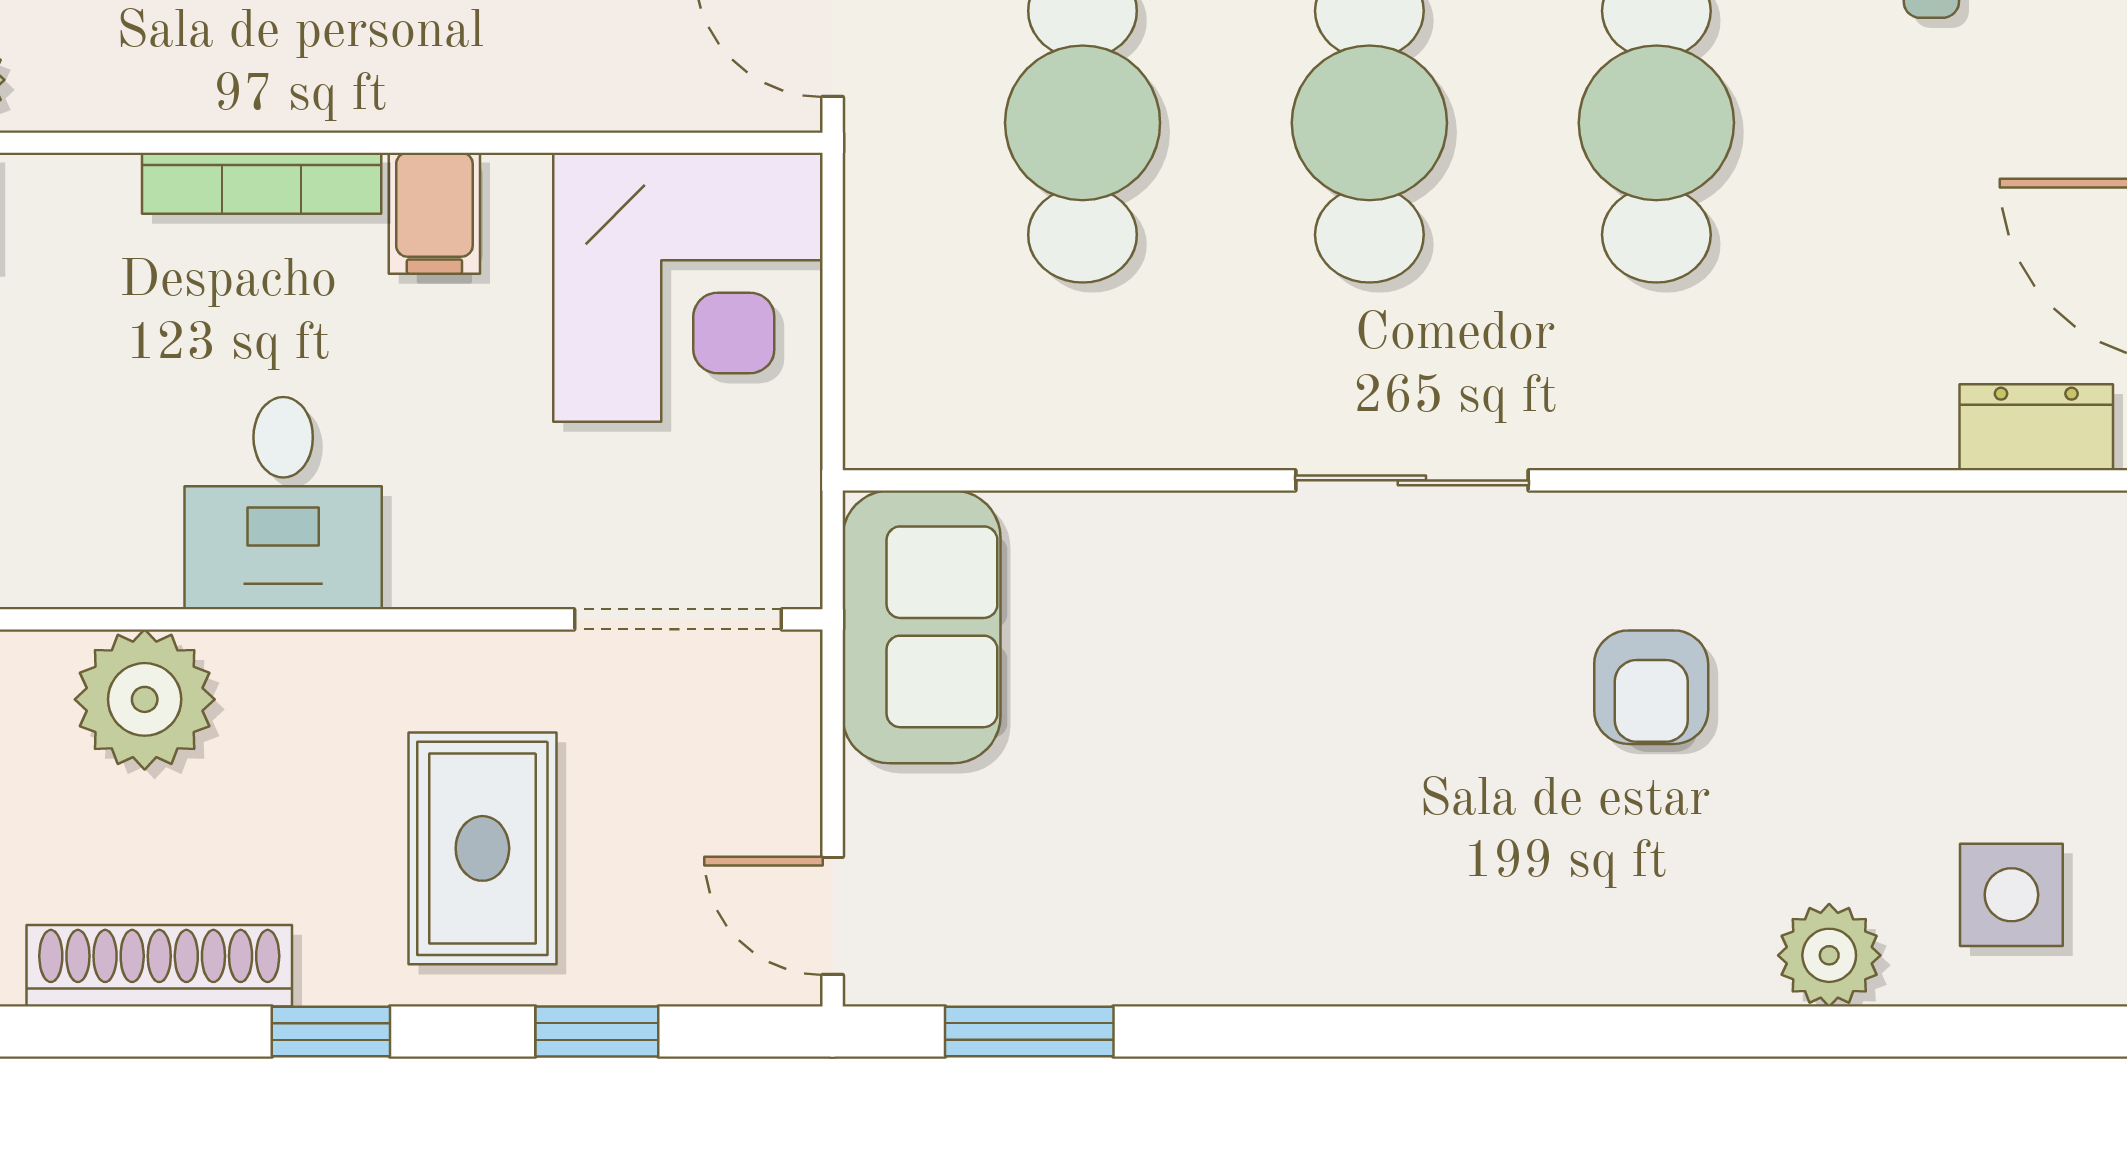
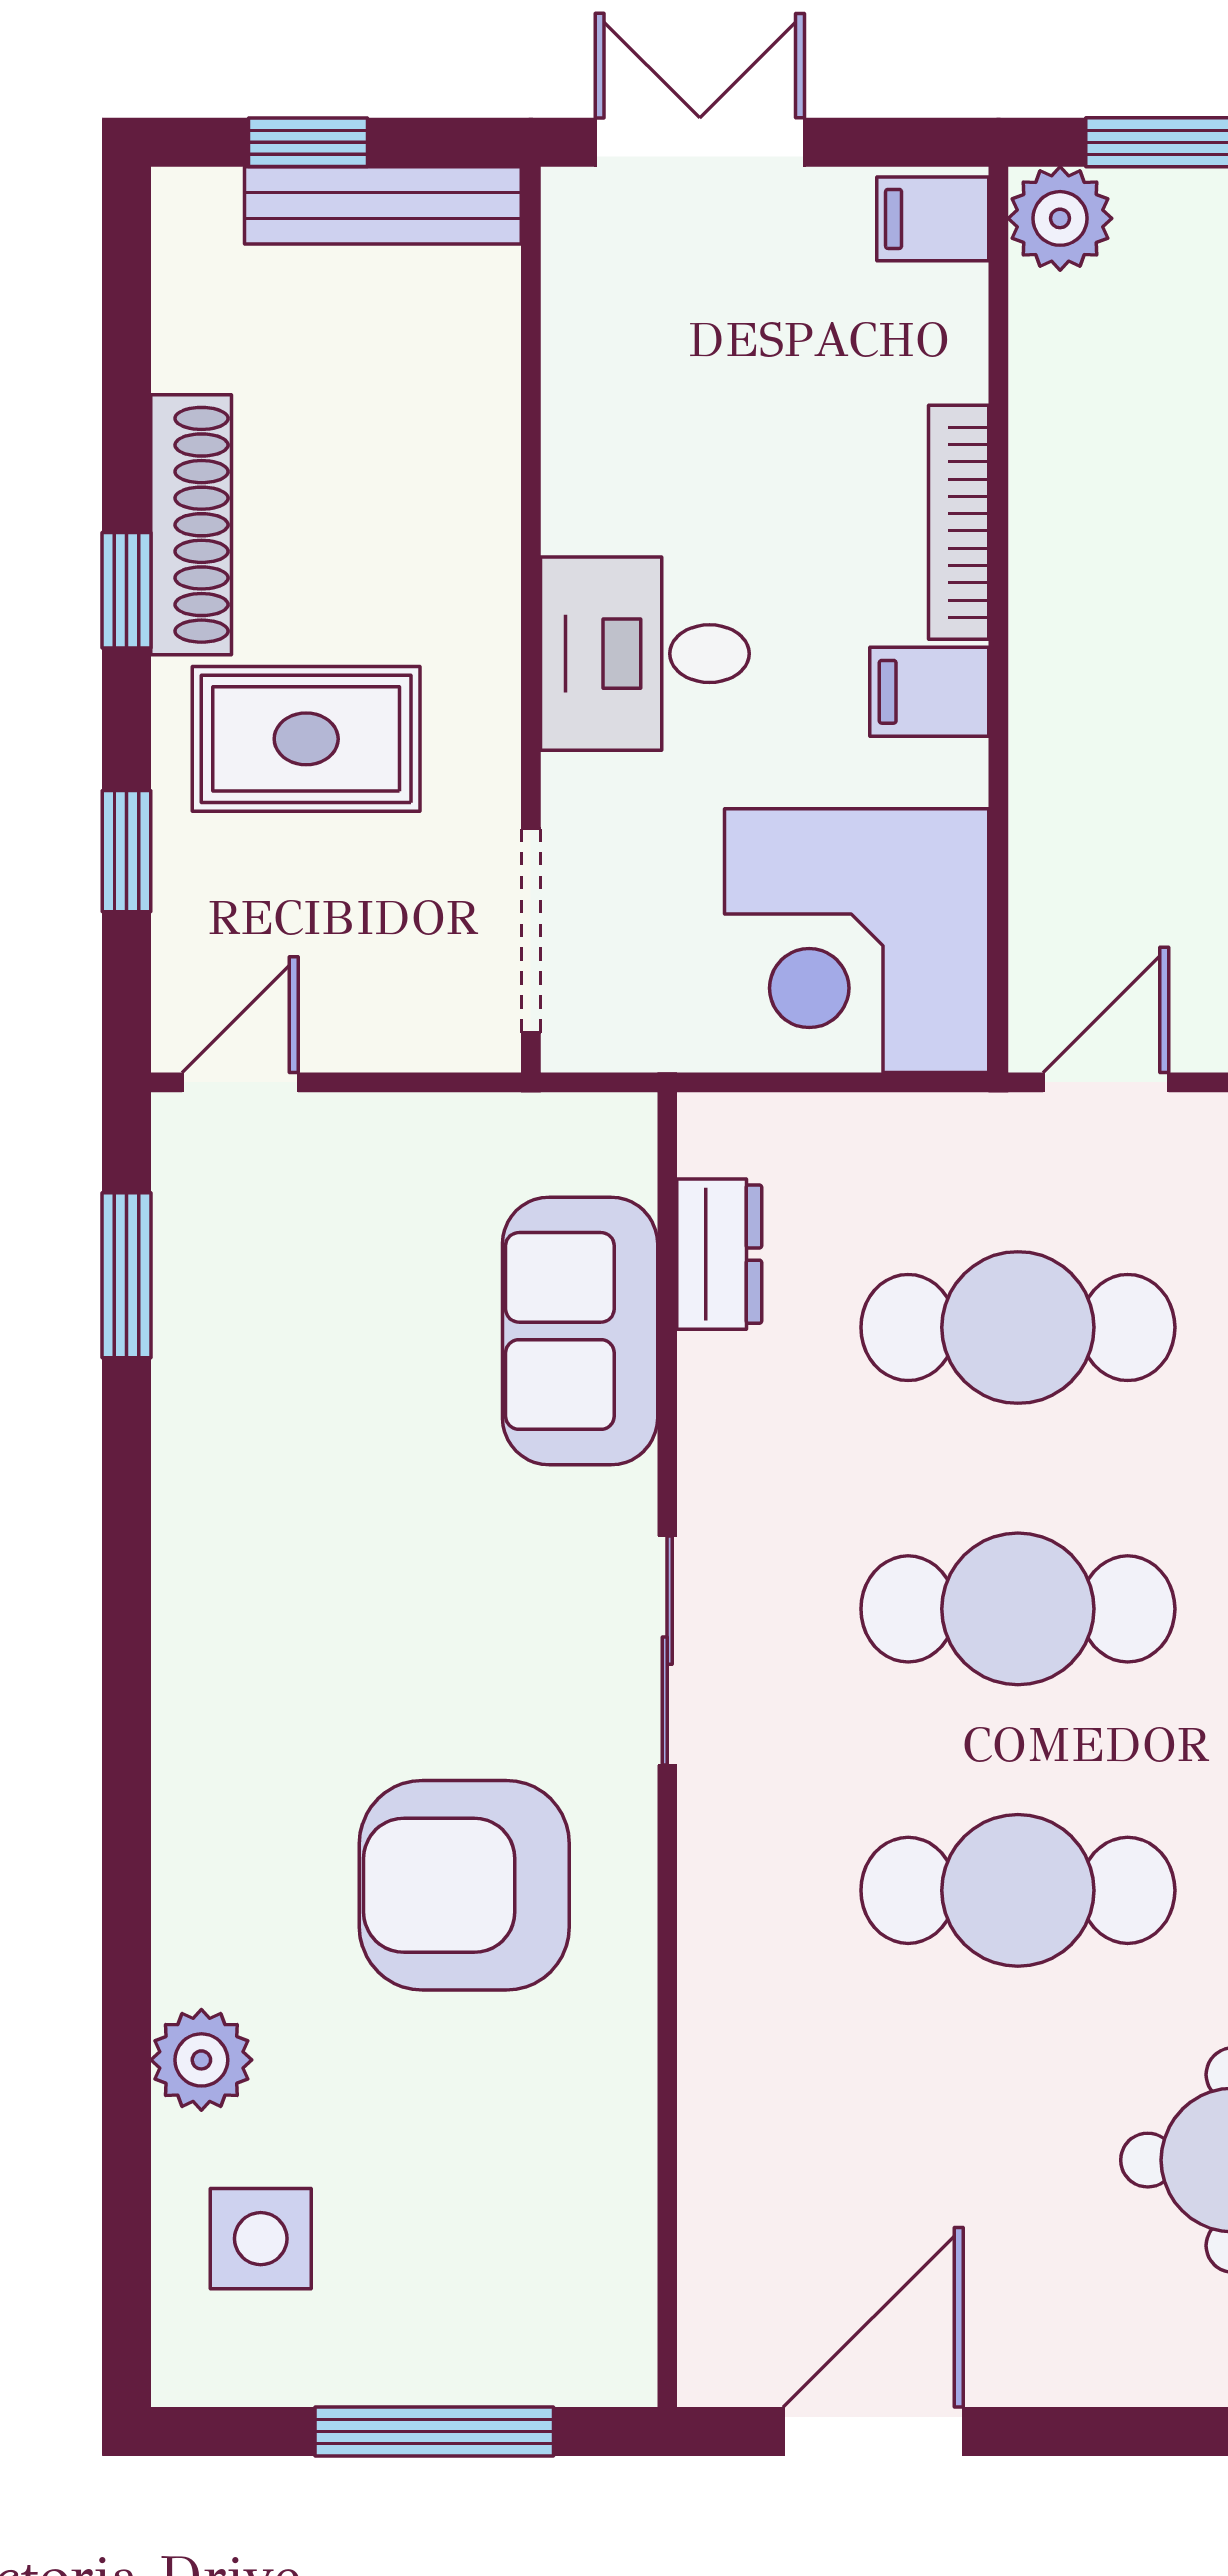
dresser: (2036, 427) -> (719, 1254), moved
desk: (283, 503) -> (645, 654), moved
sofa: (921, 627) -> (580, 1331), moved, turned 90
armchair: (1651, 687) -> (464, 1885), width x1.88, depth x1.88
plant: (145, 699) -> (452, 408), removed
shoe rack: (159, 966) -> (191, 525), moved

